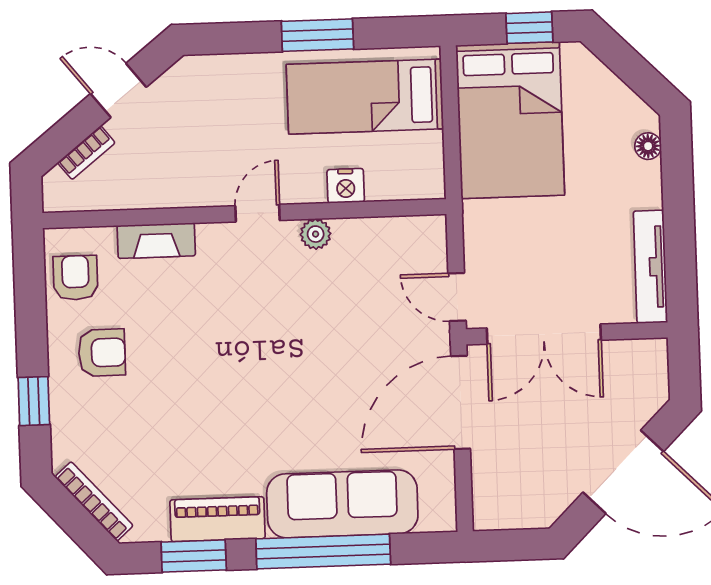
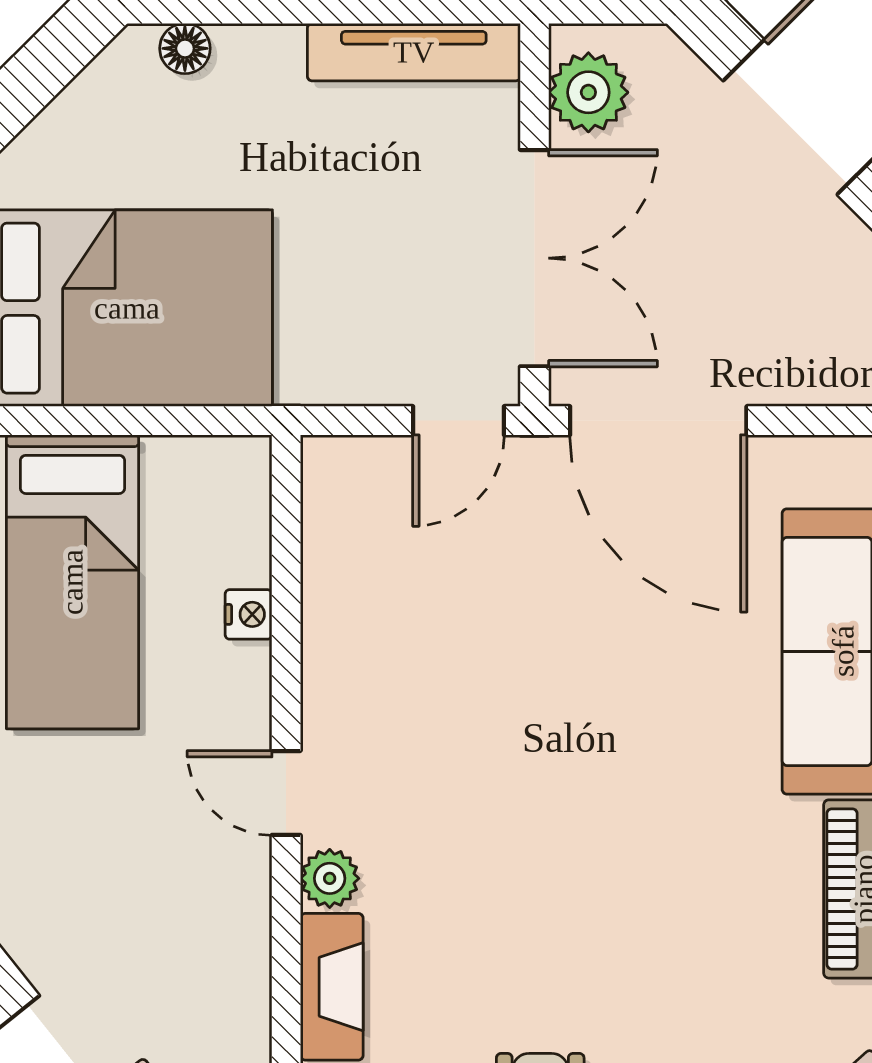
nightstand: (346, 186) -> (249, 614), width x0.72, depth x0.74
plant: (316, 234) -> (330, 878), moved
plant: (632, 360) -> (588, 92), added

